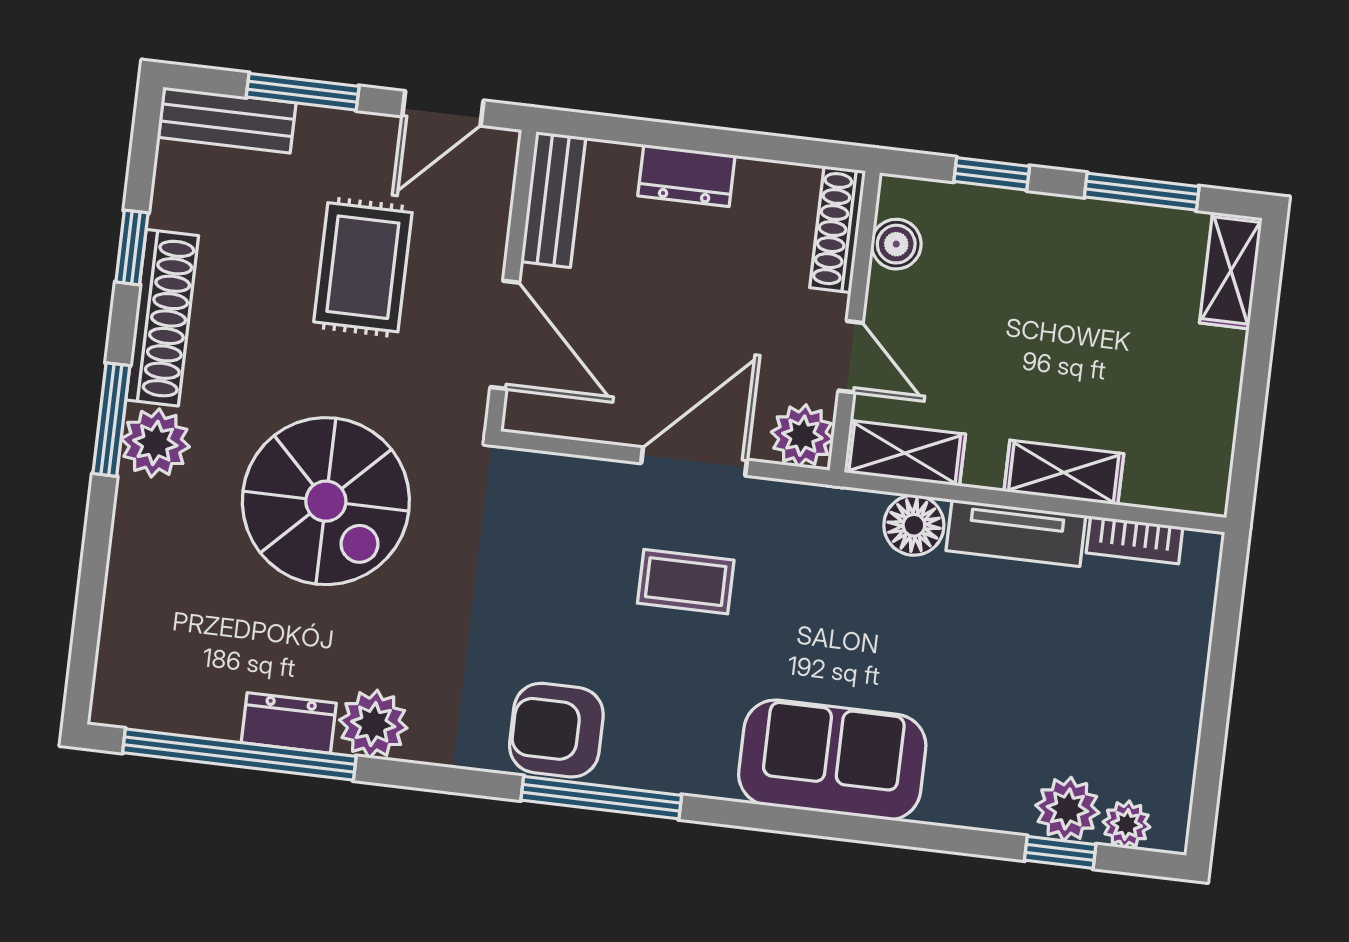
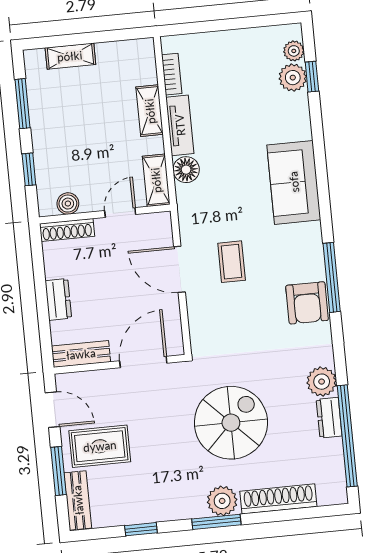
rug: (363, 267) -> (100, 446), moved
shelving: (1231, 270) -> (70, 56), moved
shoe rack: (162, 318) -> (278, 499), moved
plant: (802, 436) -> (158, 226), removed

